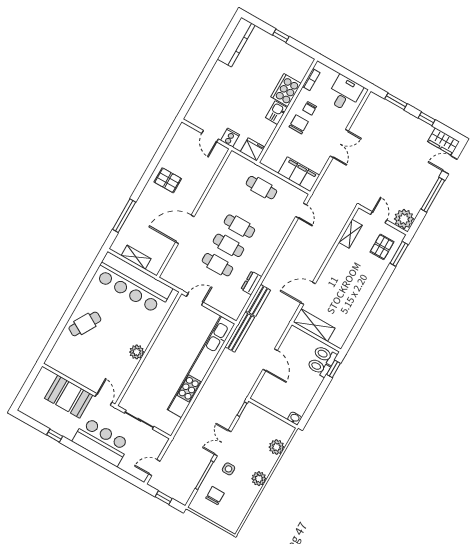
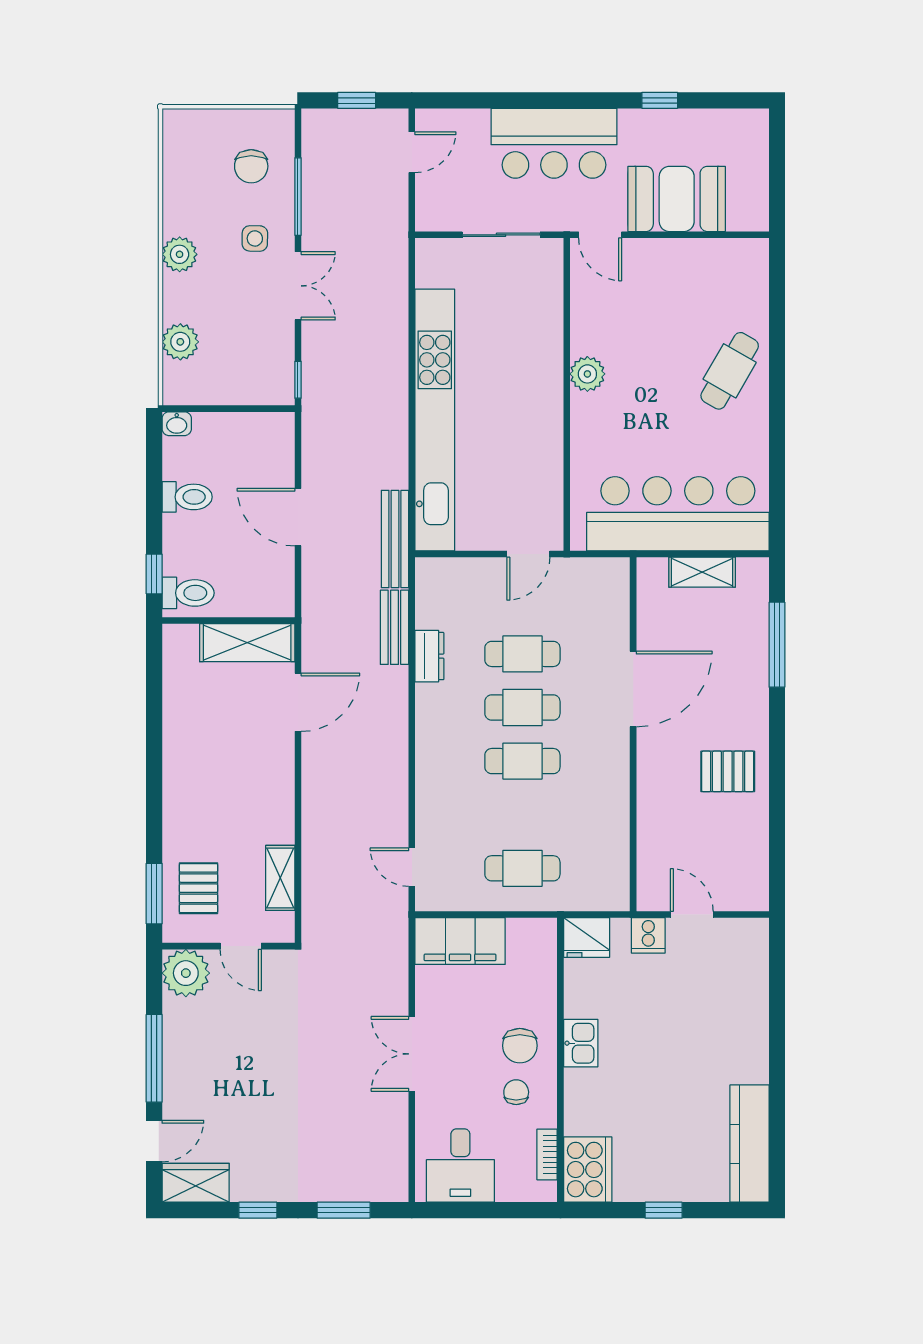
cooker: (286, 90) -> (588, 1170), moved
toilet: (319, 367) -> (187, 497), moved

